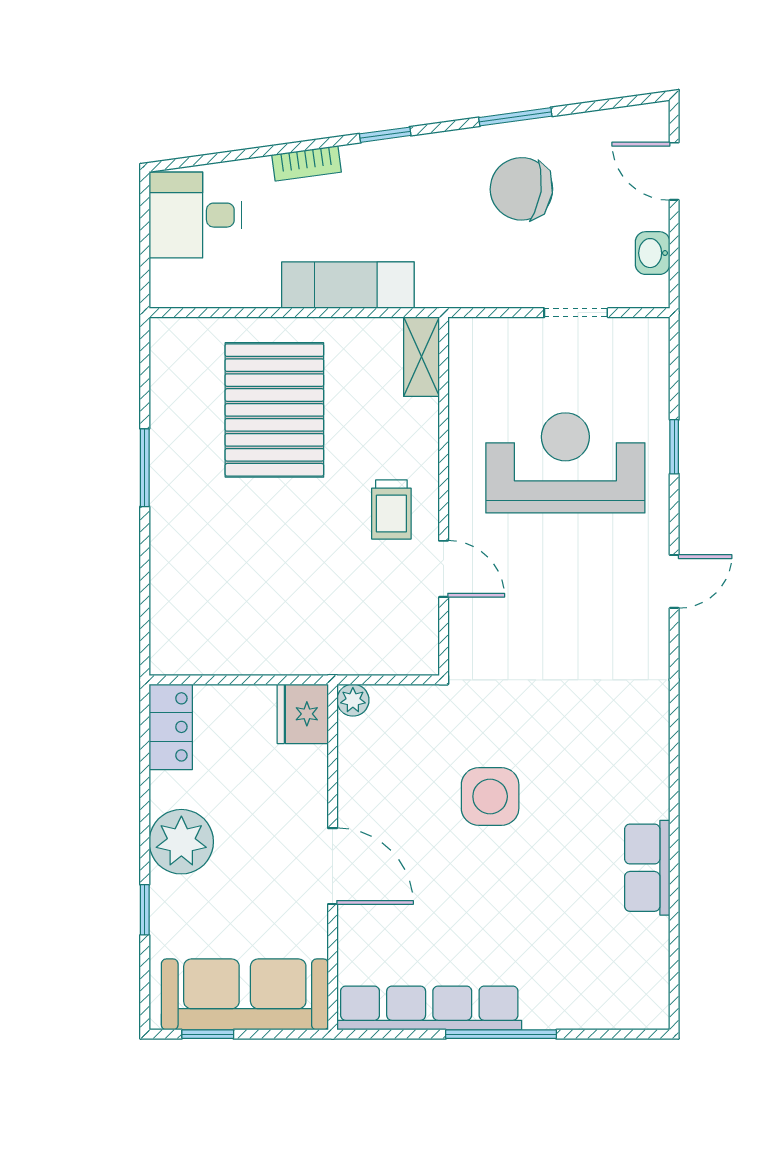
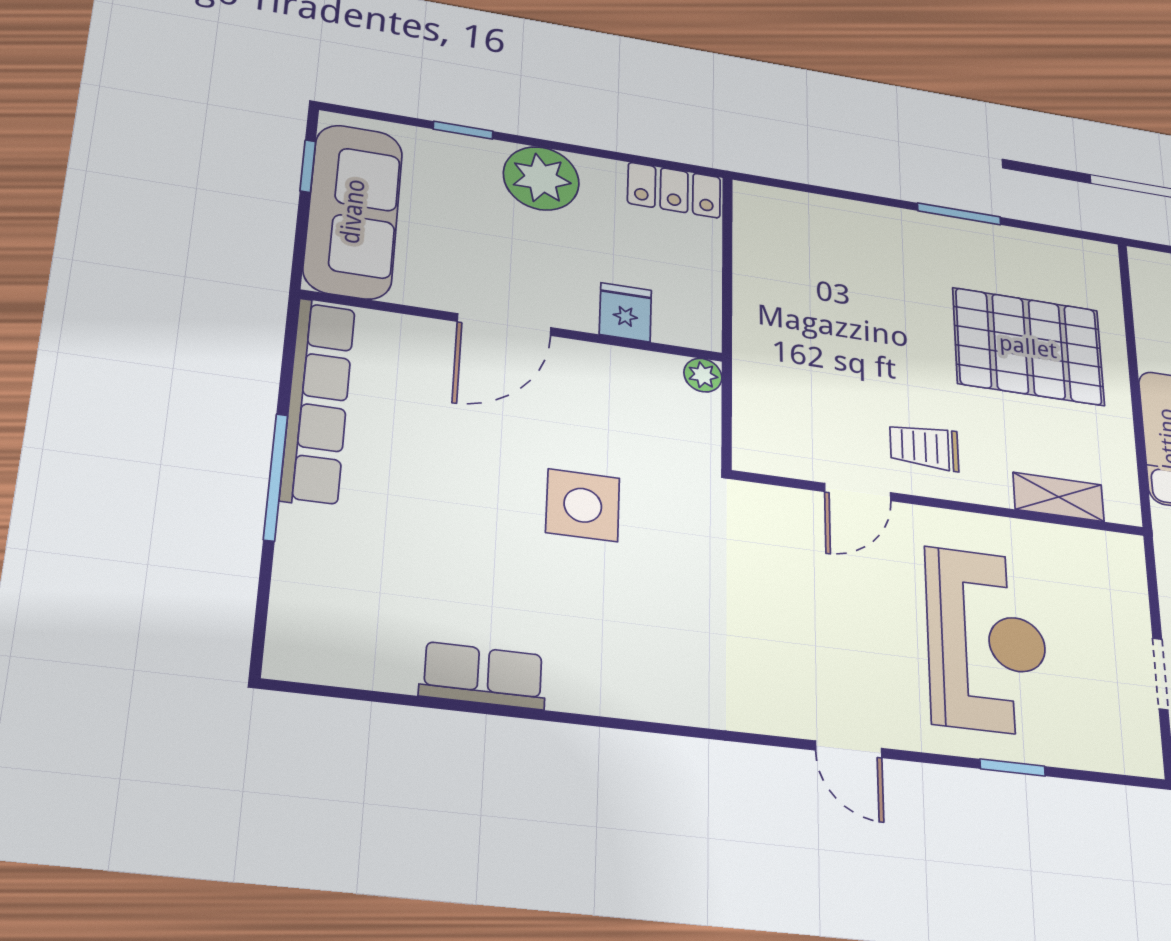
shelving: (421, 357) -> (1059, 497), moved
fridge: (303, 714) -> (625, 312), moved, width x0.72

